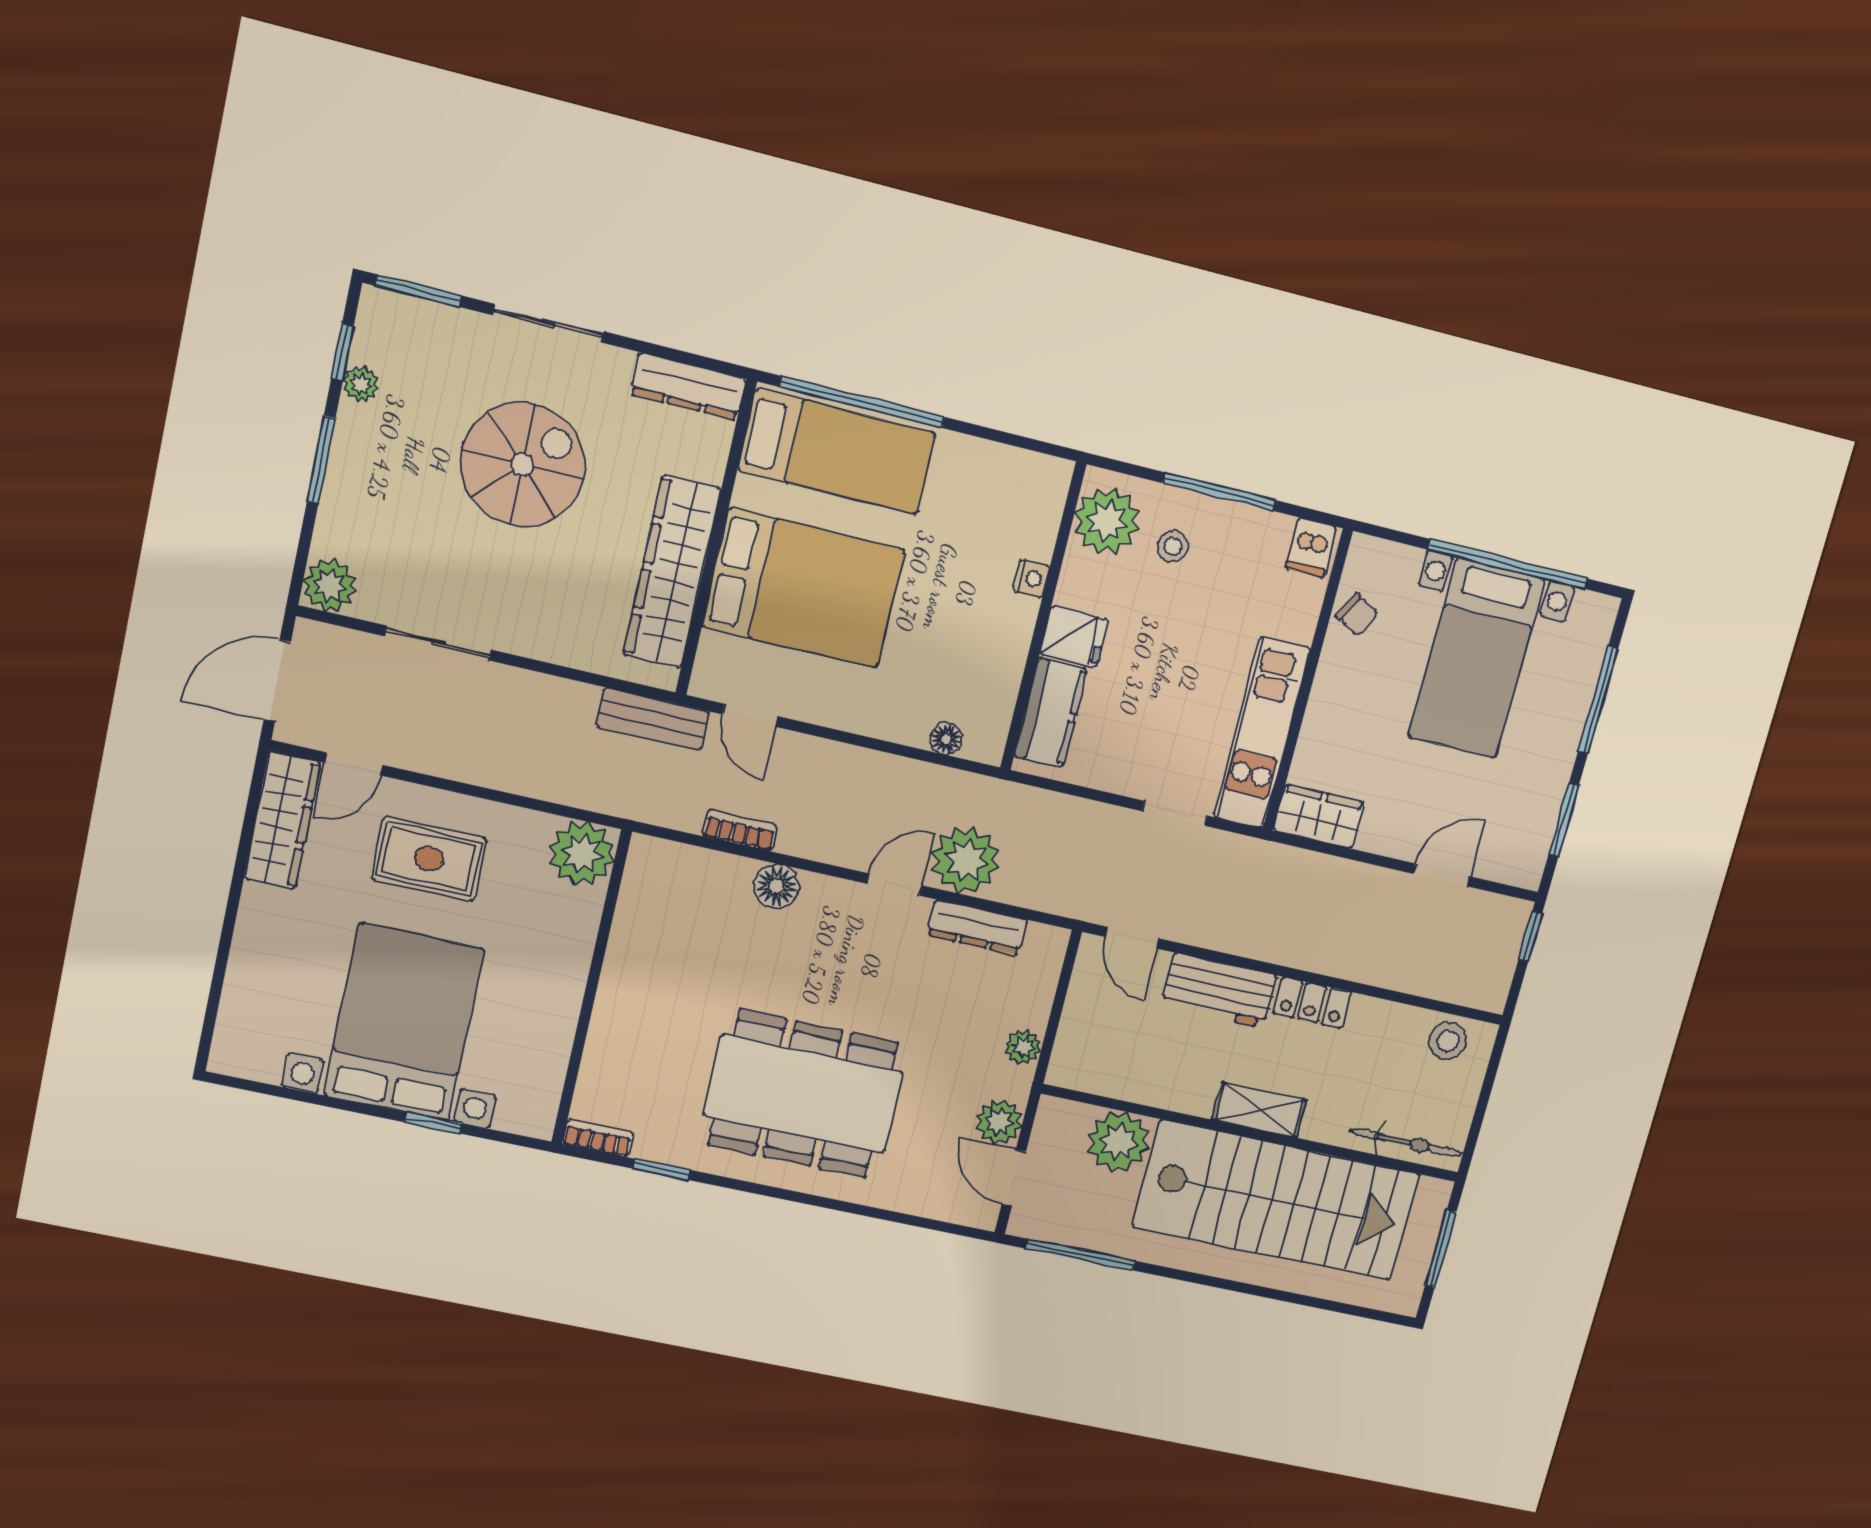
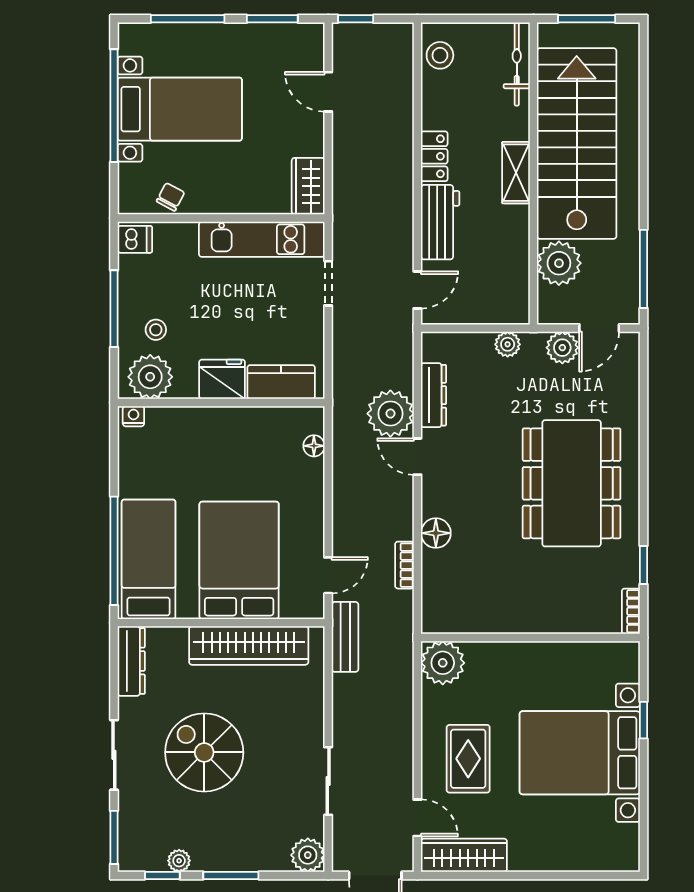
nightstand: (1031, 579) -> (133, 416), moved
fridge: (1074, 636) -> (222, 379), width x1.38

